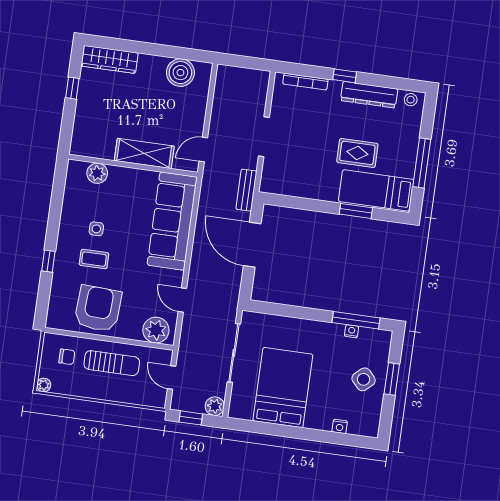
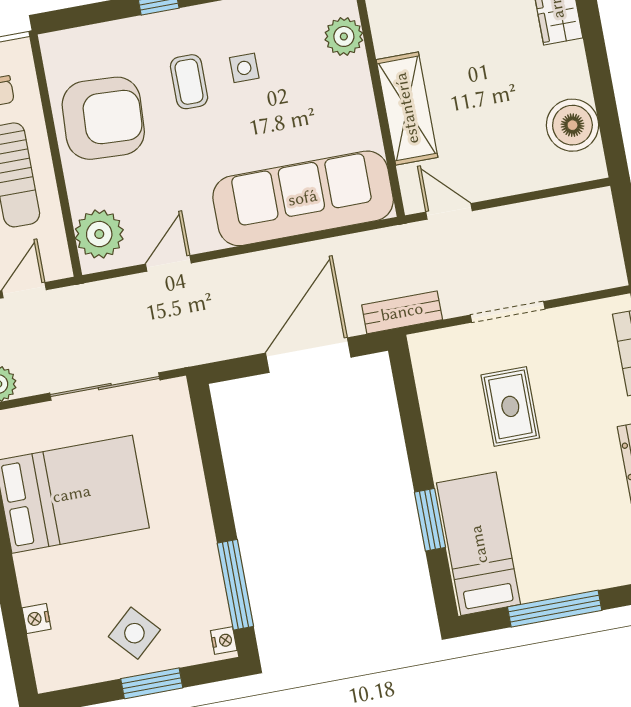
rug: (357, 153) -> (510, 406), moved
nightstand: (352, 331) -> (224, 641), moved

